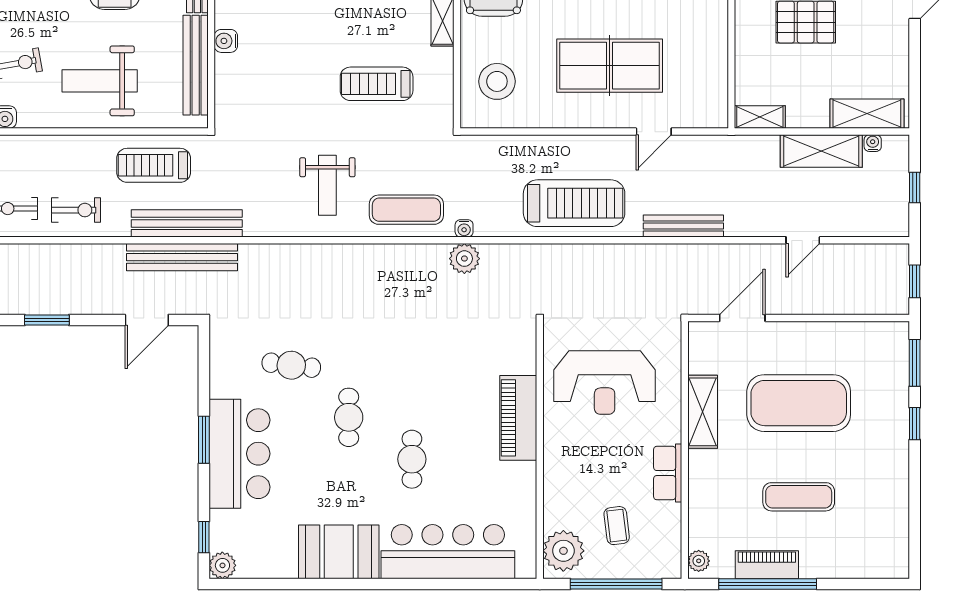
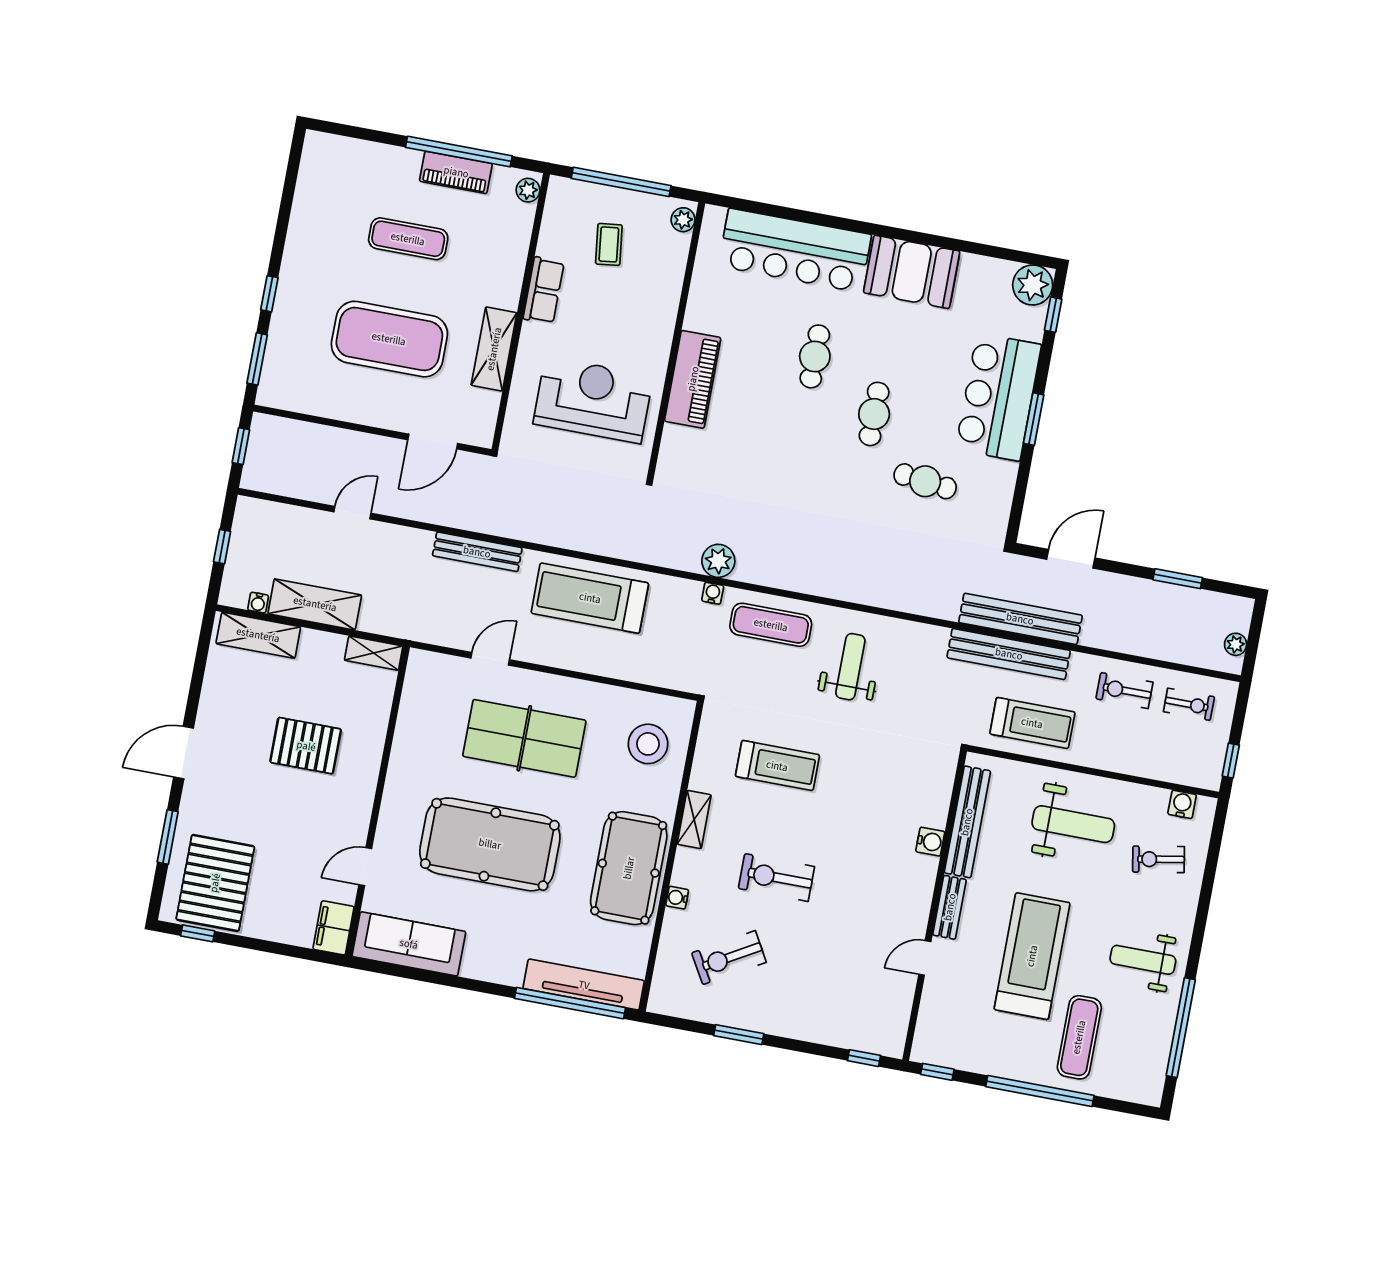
plant: (563, 551) -> (683, 220), width x0.53, depth x0.53
plant: (222, 565) -> (1033, 285), width x1.36, depth x1.36

